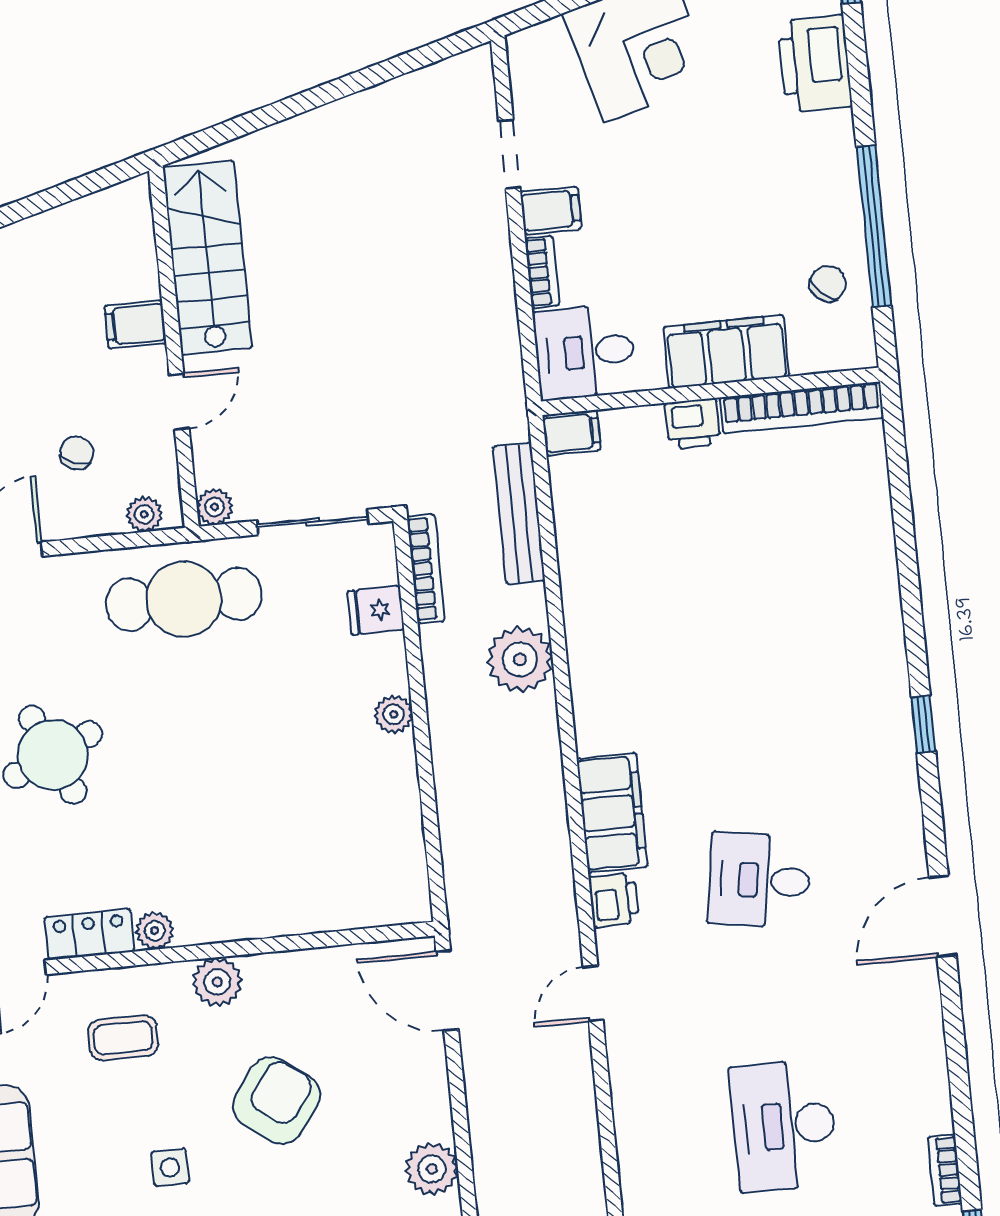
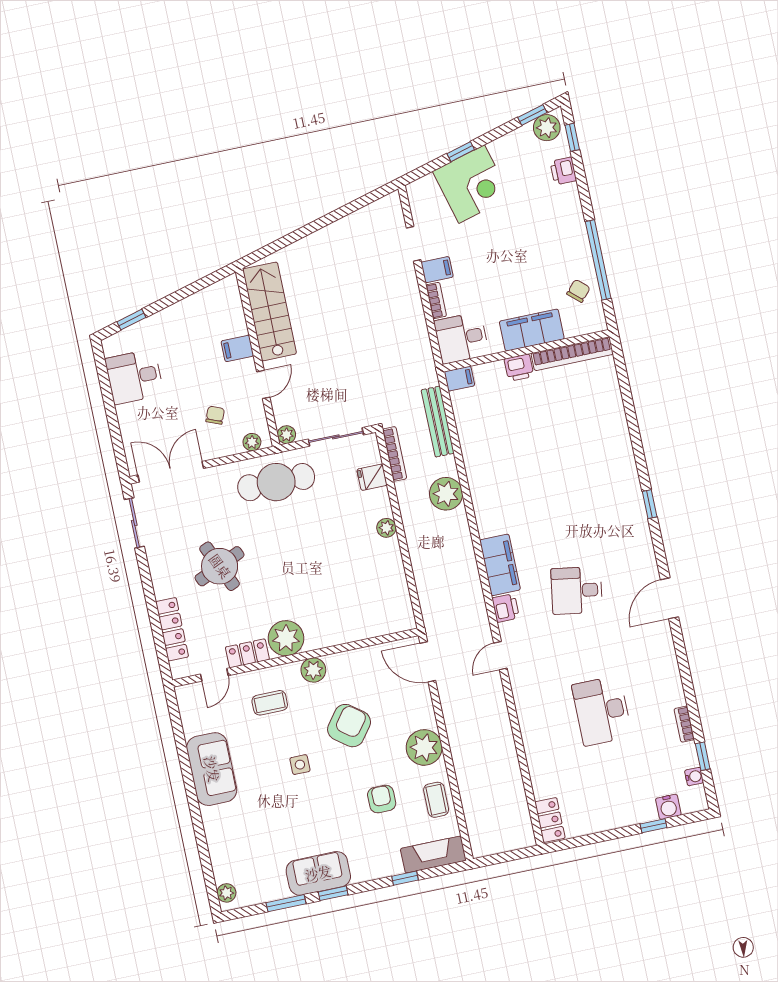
printer: (815, 64) -> (563, 171), width x0.53, depth x0.68
plant: (155, 931) -> (286, 638), width x1.88, depth x1.88
plant: (432, 1169) -> (424, 747), width x1.36, depth x1.36

